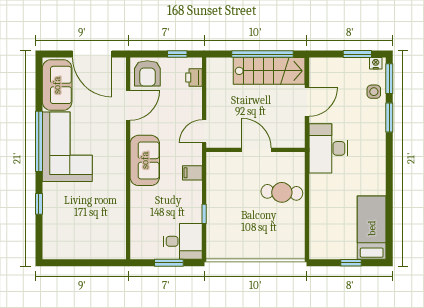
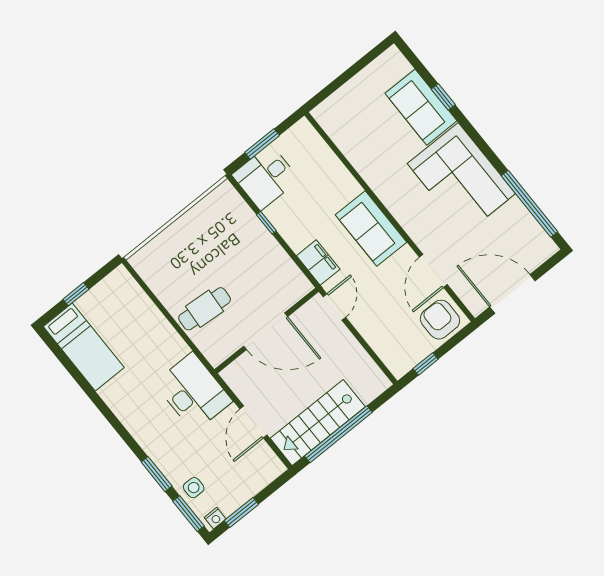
printer: (194, 77) -> (389, 354), removed
sofa: (57, 85) -> (421, 107), moved
window: (39, 141) -> (529, 204), moved
door: (256, 150) -> (266, 331), width x1.36
filing cabinet: (192, 173) -> (318, 262), width x2.00

